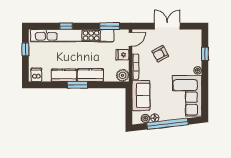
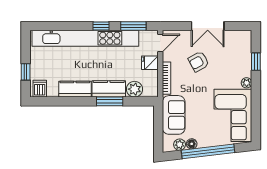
window: (66, 26) -> (101, 26), moved
double door: (167, 26) -> (208, 26), swing flipped
window: (25, 49) -> (26, 72), moved
plant: (123, 75) -> (135, 89), moved
window: (77, 85) -> (110, 101), moved

